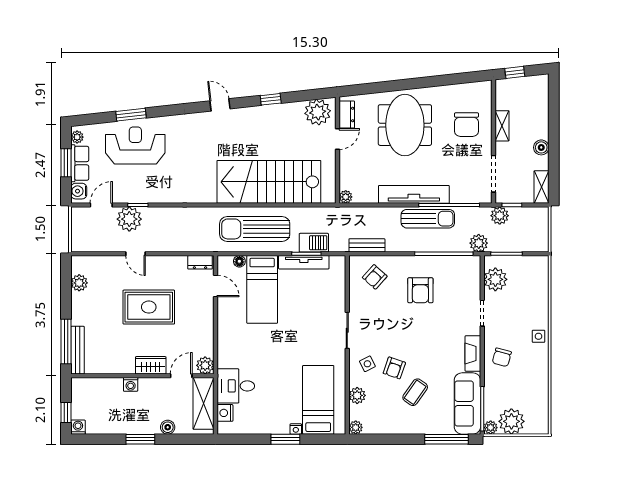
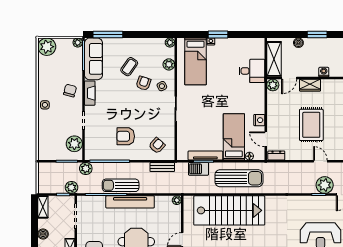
armchair: (420, 290) -> (126, 136), turned -90
rug: (149, 307) -> (311, 125), turned 90
nightstand: (225, 413) -> (259, 120), moved
plant: (511, 421) -> (47, 47), moved

